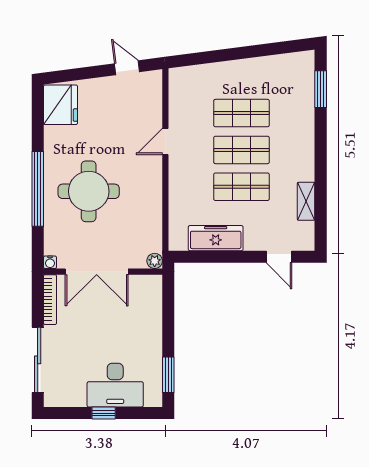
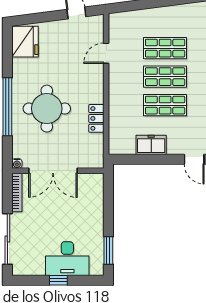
door: (165, 142) -> (106, 53), moved
locker: (153, 204) -> (96, 118), added
freezer: (216, 238) -> (151, 145), width x0.71
plant: (155, 261) -> (98, 162), removed

